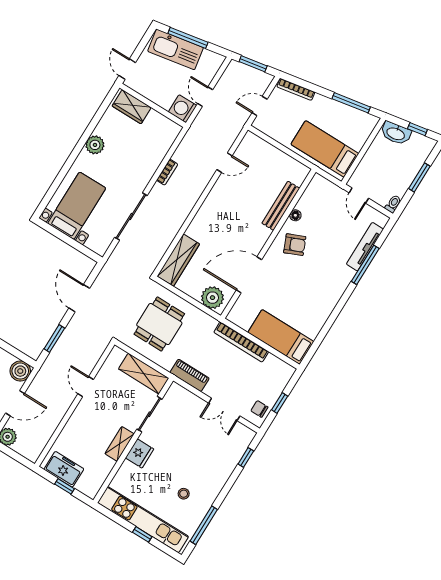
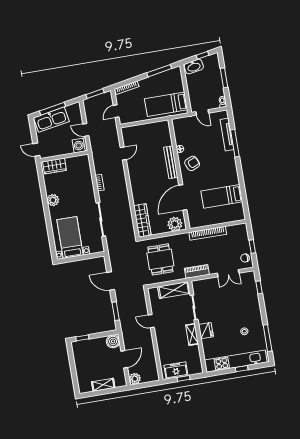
bench: (281, 206) -> (171, 162), moved
bed: (281, 337) -> (222, 196), moved

